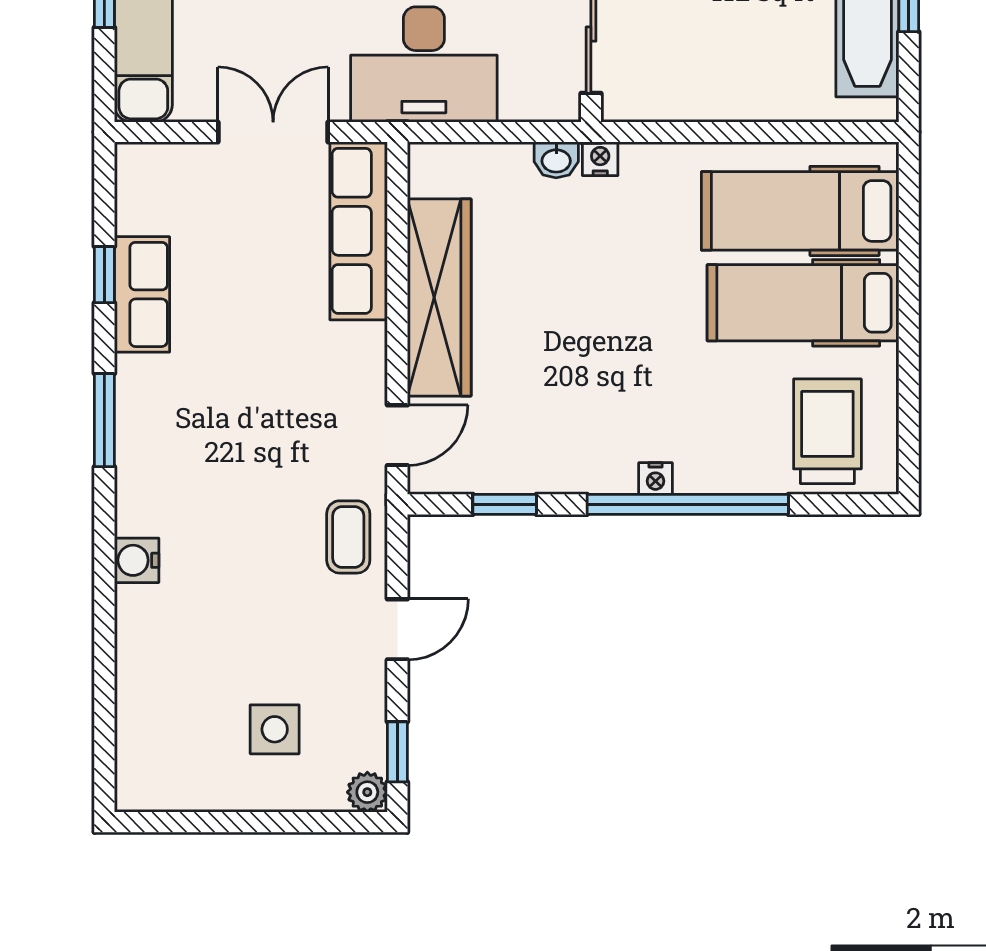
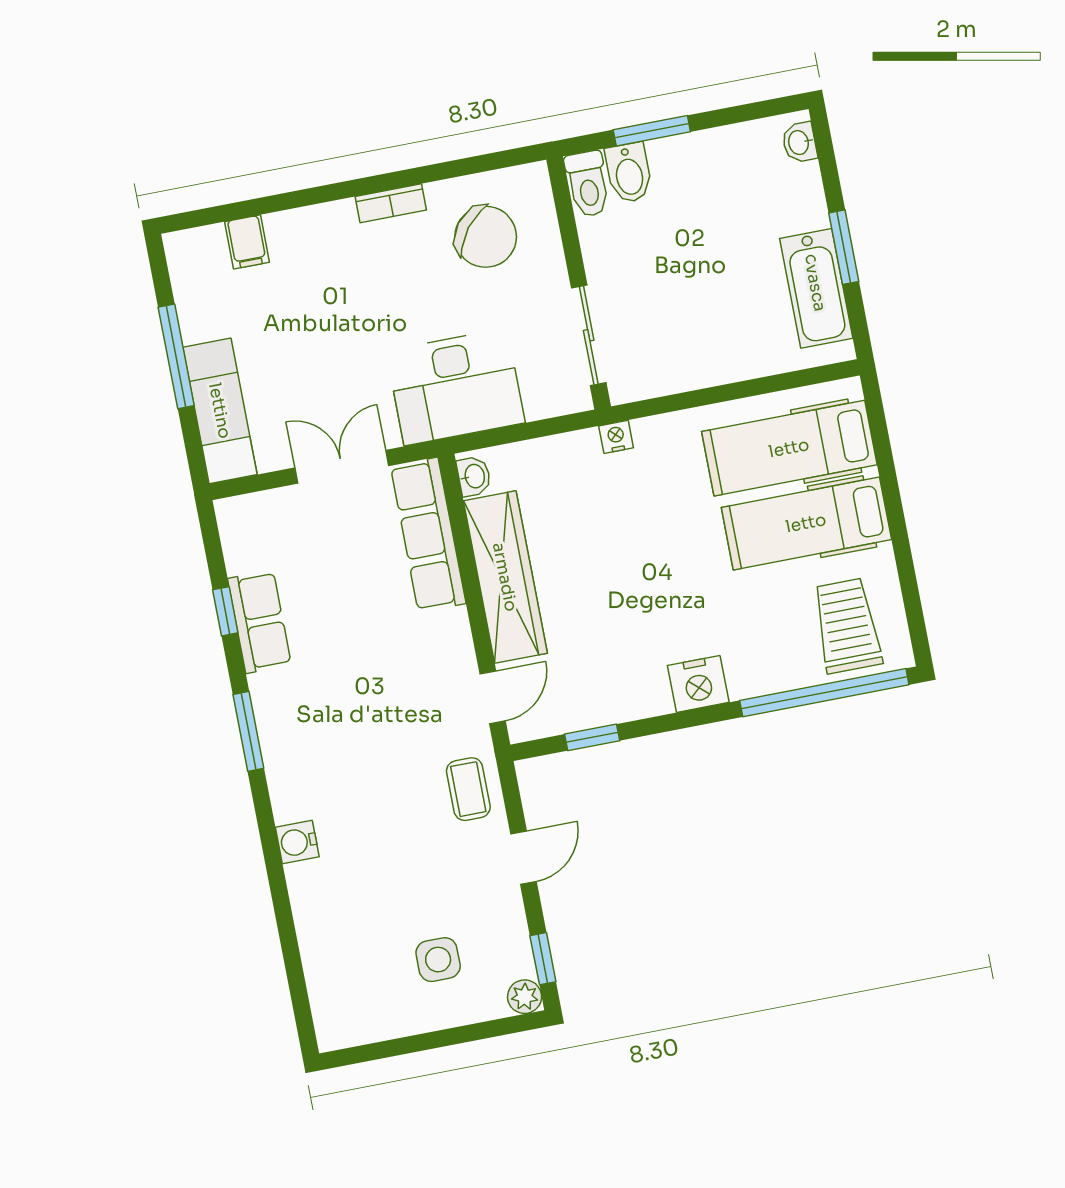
washbasin: (556, 160) -> (474, 476), moved, turned -90
nightstand: (655, 479) -> (698, 684), width x1.89, depth x1.79
window: (688, 504) -> (824, 693), moved

